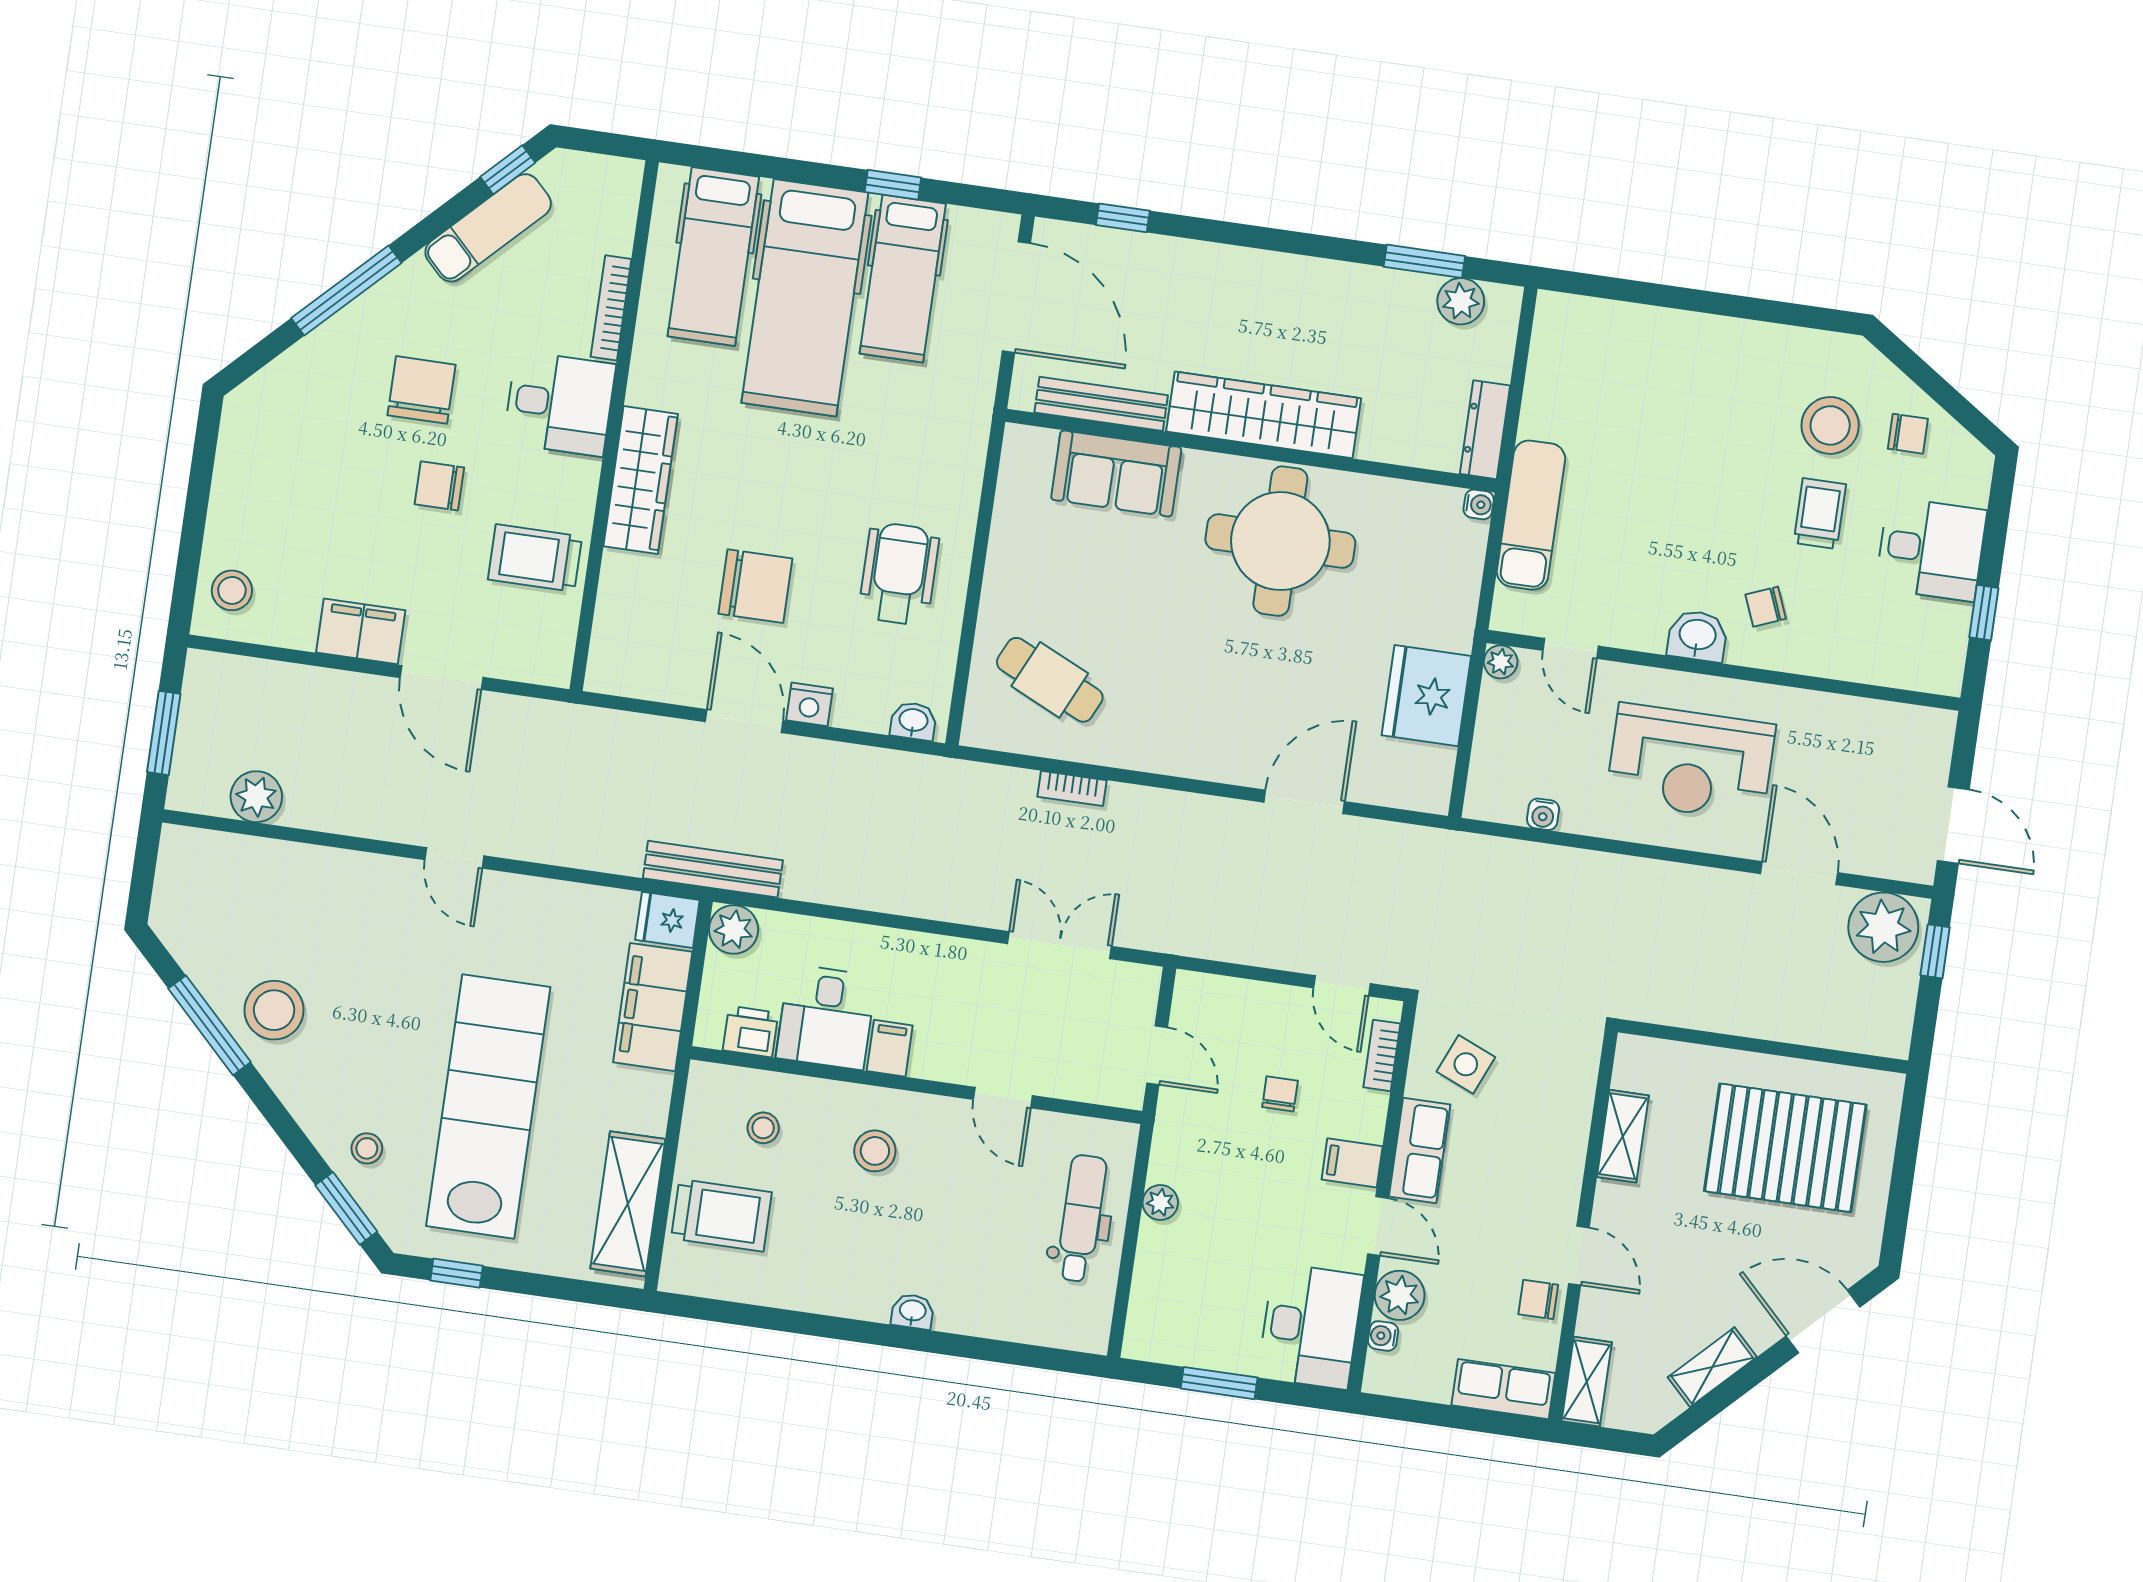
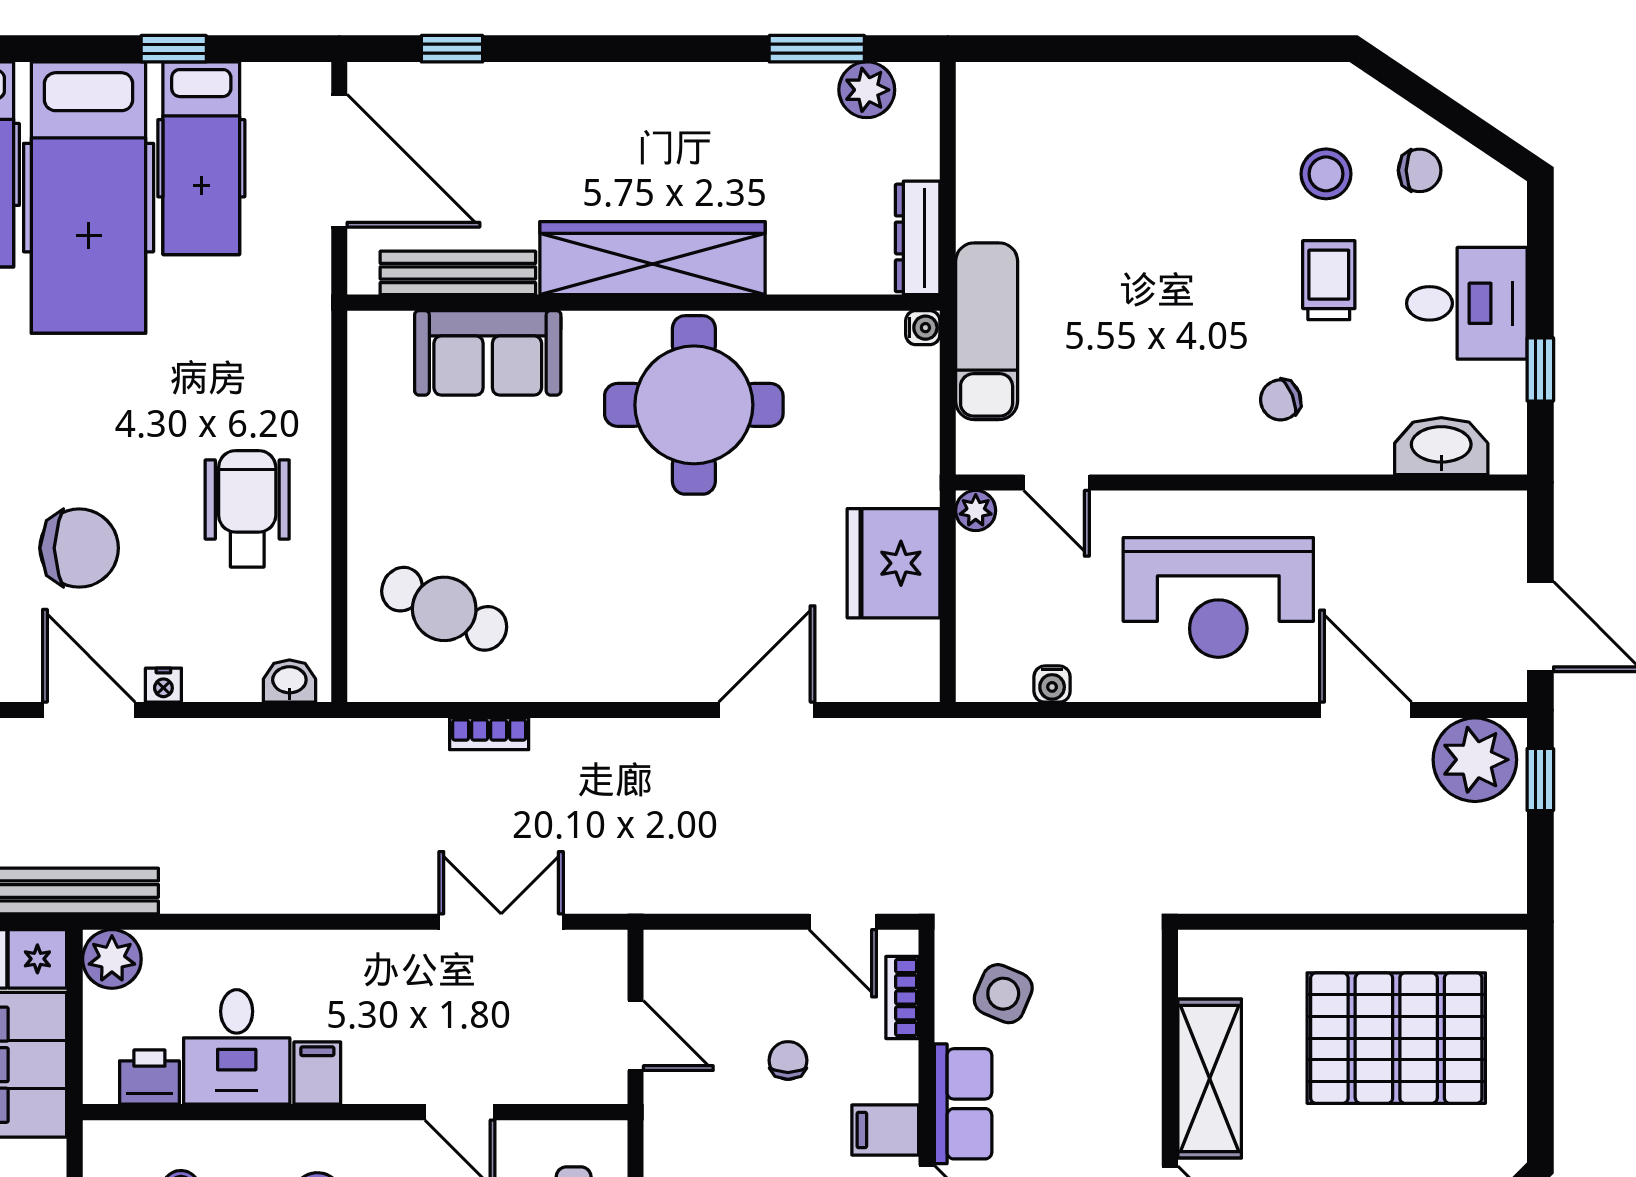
stool: (1830, 425) -> (1326, 174), width x0.73, depth x0.73
washbasin: (1697, 636) -> (1441, 446), moved, width x1.38
nightstand: (809, 704) -> (163, 685), width x0.72, depth x0.74
shelving: (1623, 1136) -> (1210, 1079), width x1.50, depth x1.33

